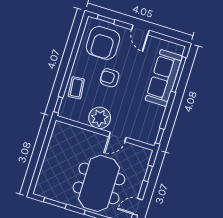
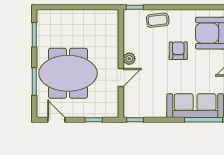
plant: (100, 118) -> (129, 59), width x0.53, depth x0.53
door: (118, 137) -> (121, 77), swing flipped

